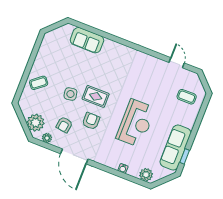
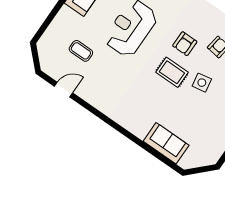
door: (177, 63) -> (64, 90), swing flipped
coffee table: (187, 97) -> (81, 51), moved

